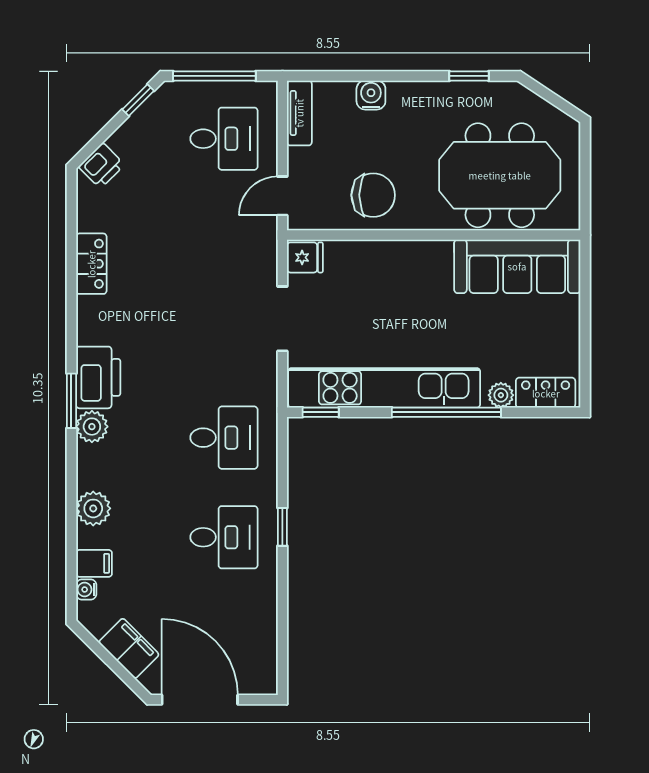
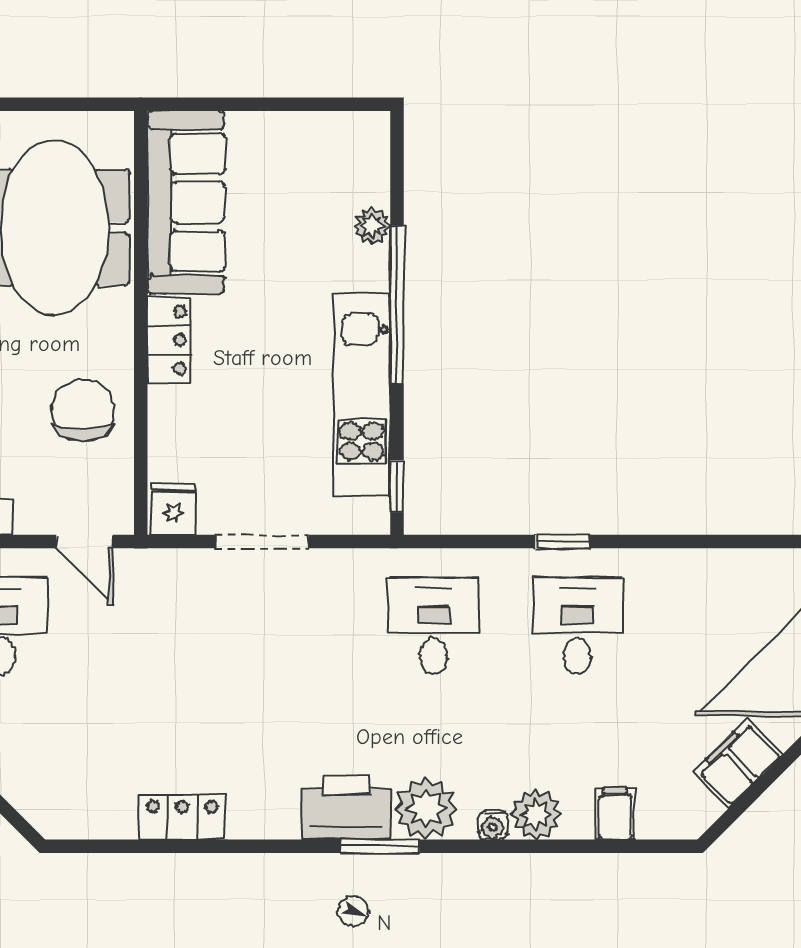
printer: (102, 166) -> (41, 803), removed
kitchen unit: (384, 388) -> (362, 394), width x0.73
locker: (546, 393) -> (169, 340), moved, turned 180
plant: (92, 427) -> (426, 808), width x1.36, depth x1.36
water cooler: (86, 590) -> (493, 825), moved

